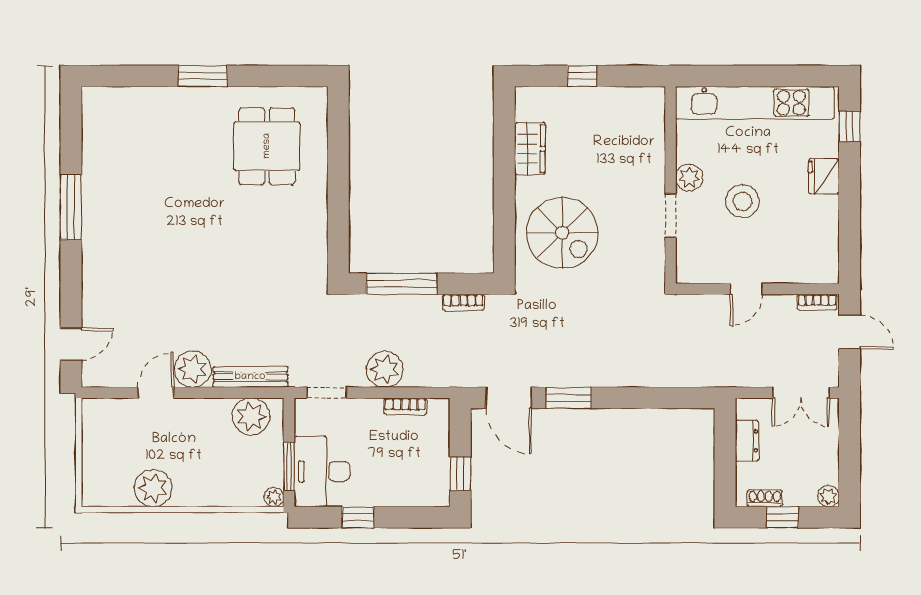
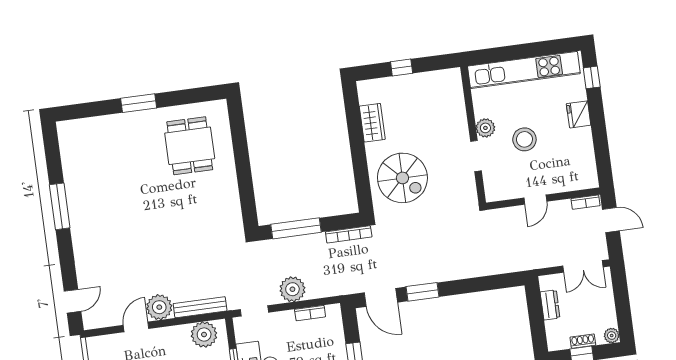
bookcase: (463, 302) -> (349, 234), width x1.56
shoe rack: (765, 498) -> (583, 341), moved

